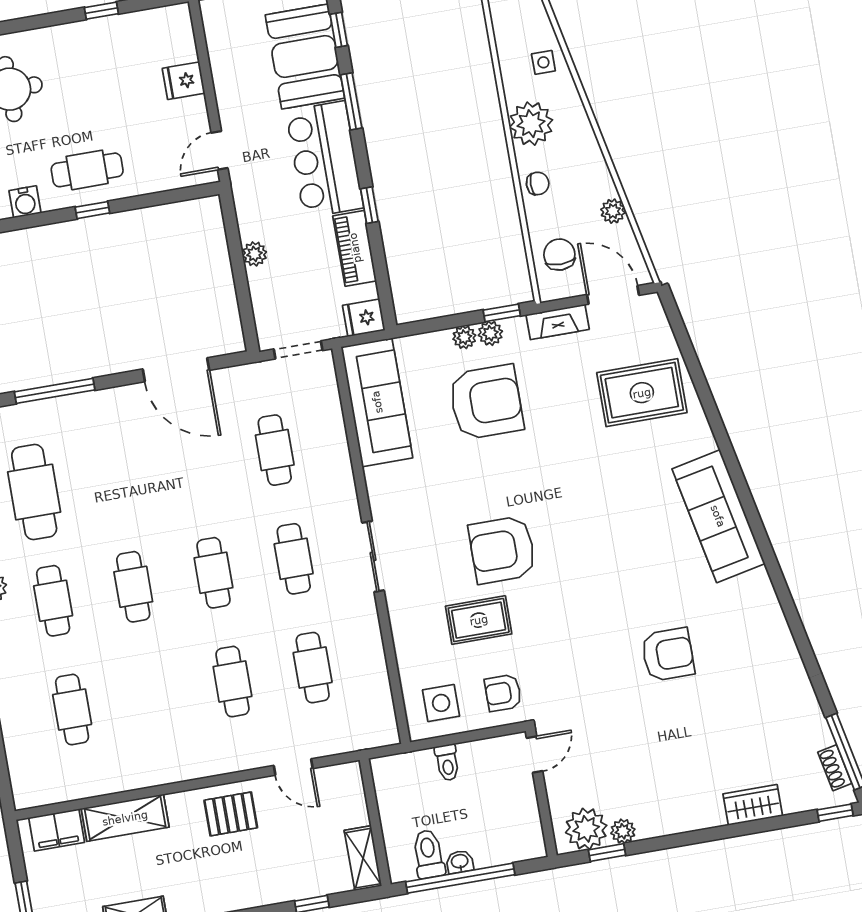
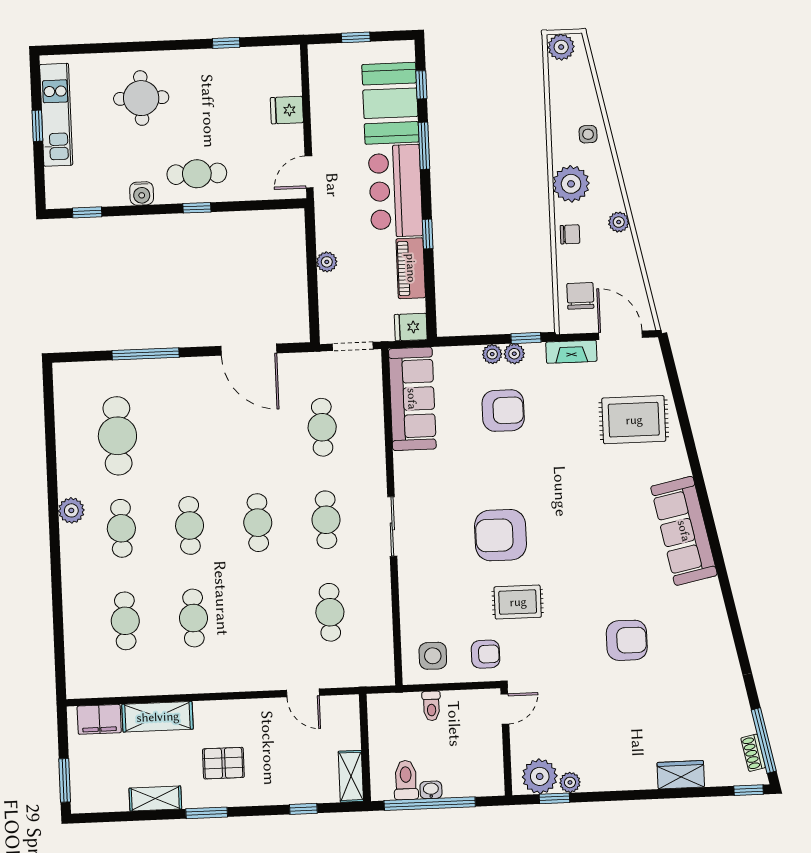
plant: (613, 211) -> (619, 222), moved
armchair: (486, 402) -> (503, 411), width x0.73, depth x0.73
rug: (479, 620) -> (518, 602), moved
cafe table: (232, 682) -> (193, 618), moved
armchair: (503, 693) -> (485, 654), turned 180
pallet: (231, 814) -> (223, 763), moved

